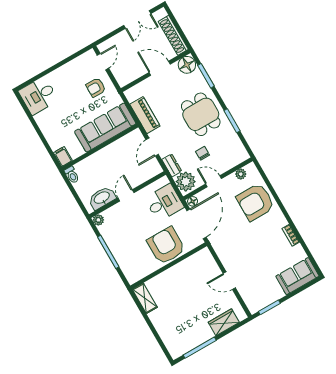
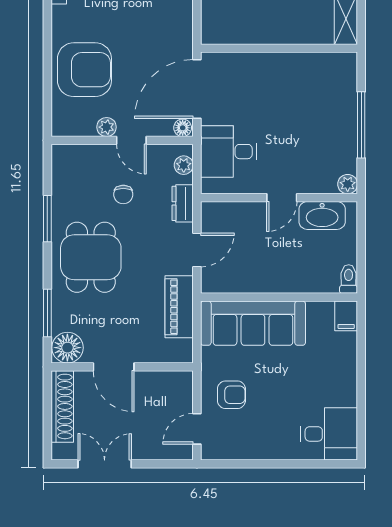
plant: (241, 174) -> (107, 127), moved
plant: (186, 182) -> (184, 165), width x0.53, depth x0.53
armchair: (166, 246) -> (264, 82), removed

